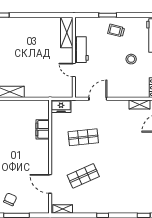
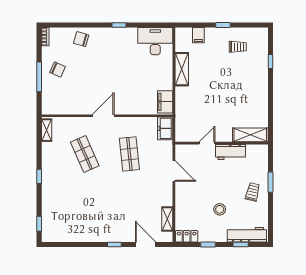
filing cabinet: (43, 129) -> (165, 102), moved, turned -90
door: (50, 184) -> (103, 116), moved

